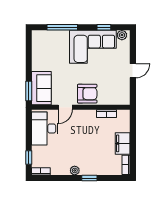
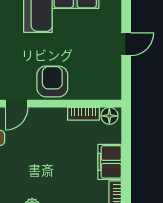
armchair: (87, 94) -> (52, 81), turned -90
floor lamp: (123, 115) -> (109, 116), added

